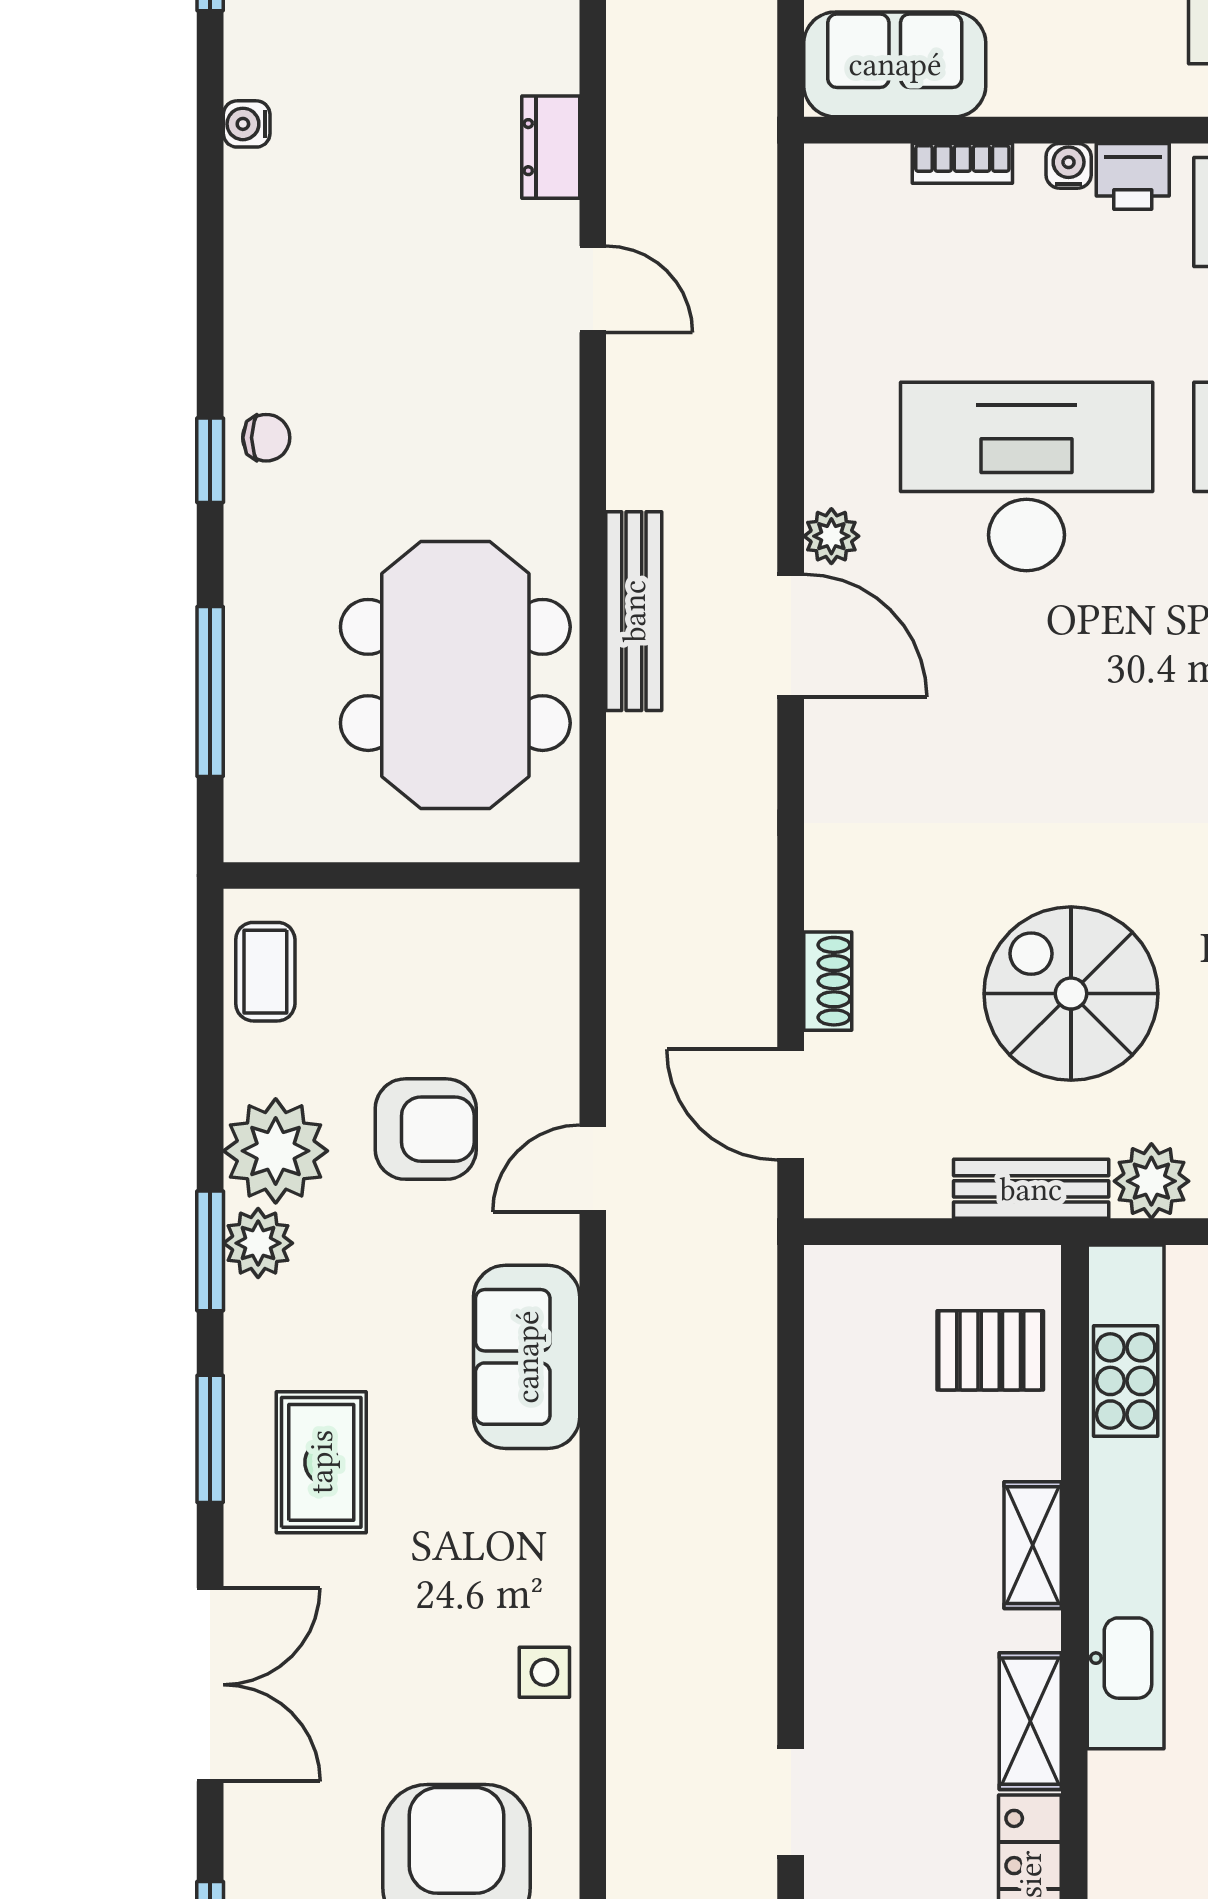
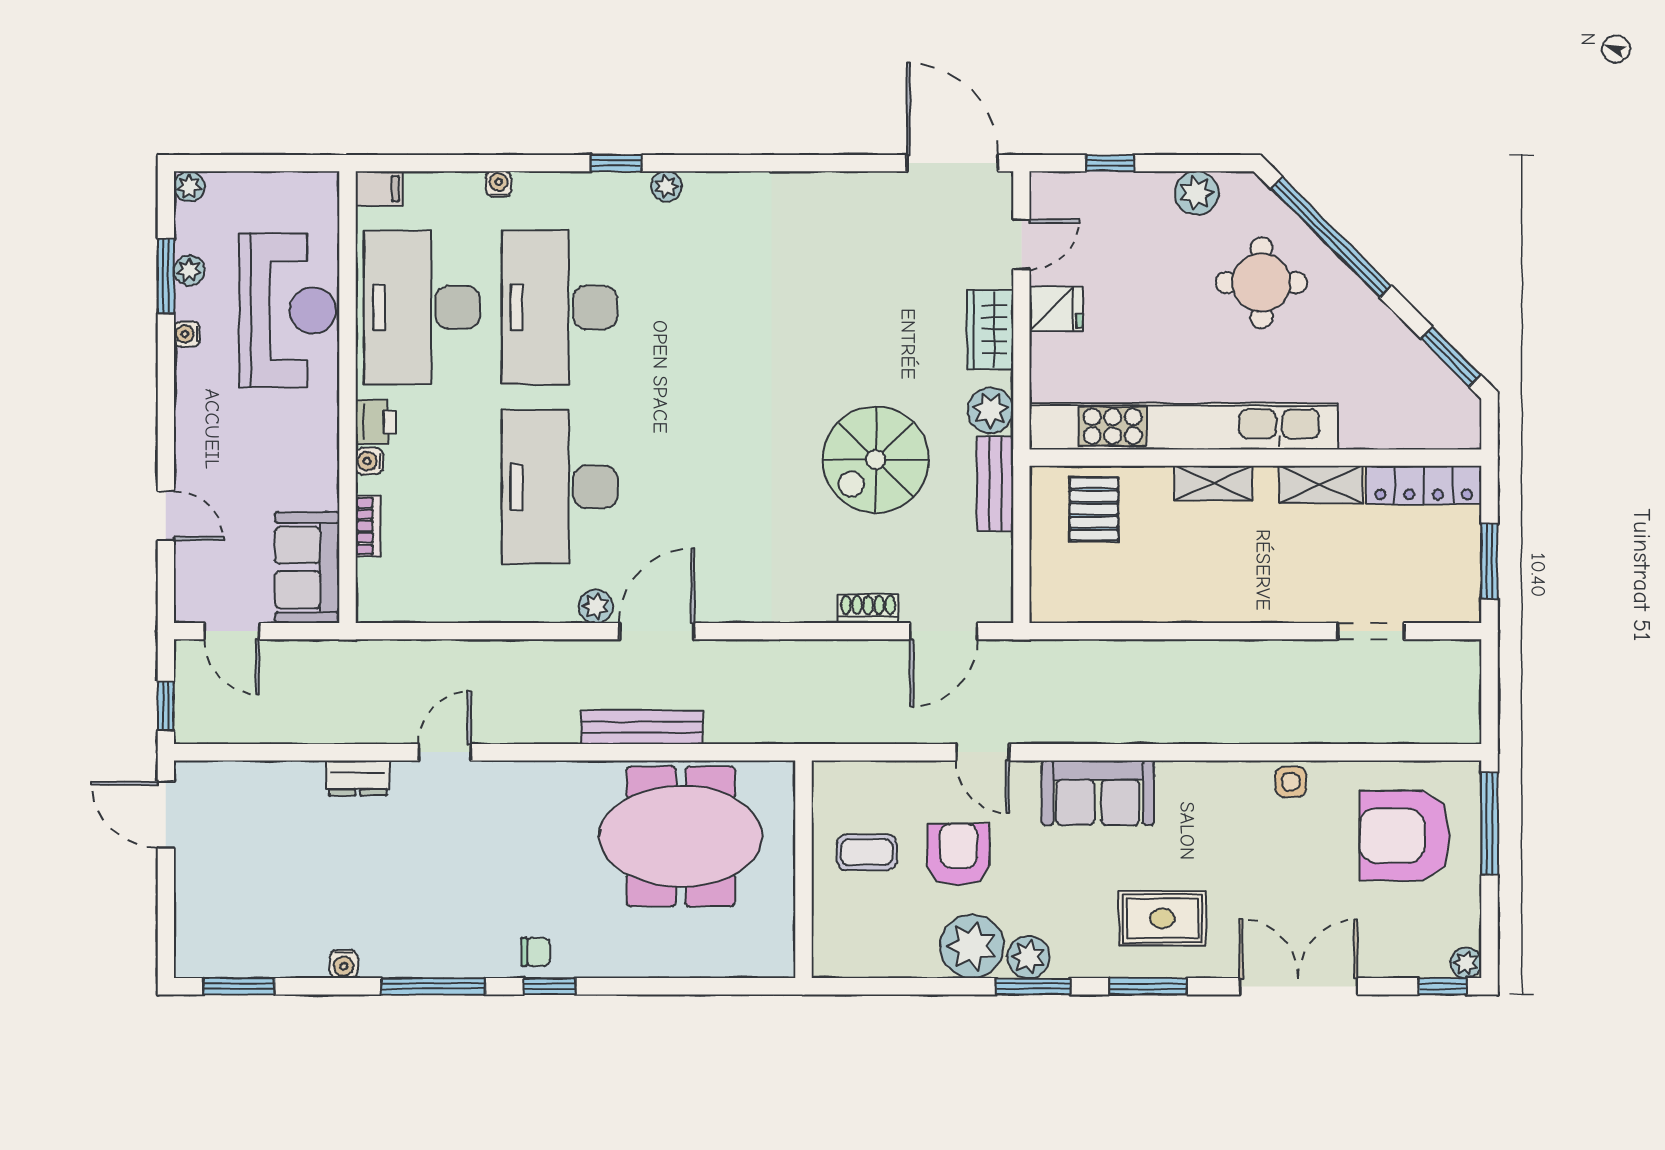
chair: (266, 438) -> (536, 952), turned 90
window: (210, 692) -> (433, 986), moved
coffee table: (265, 972) -> (867, 852), moved

